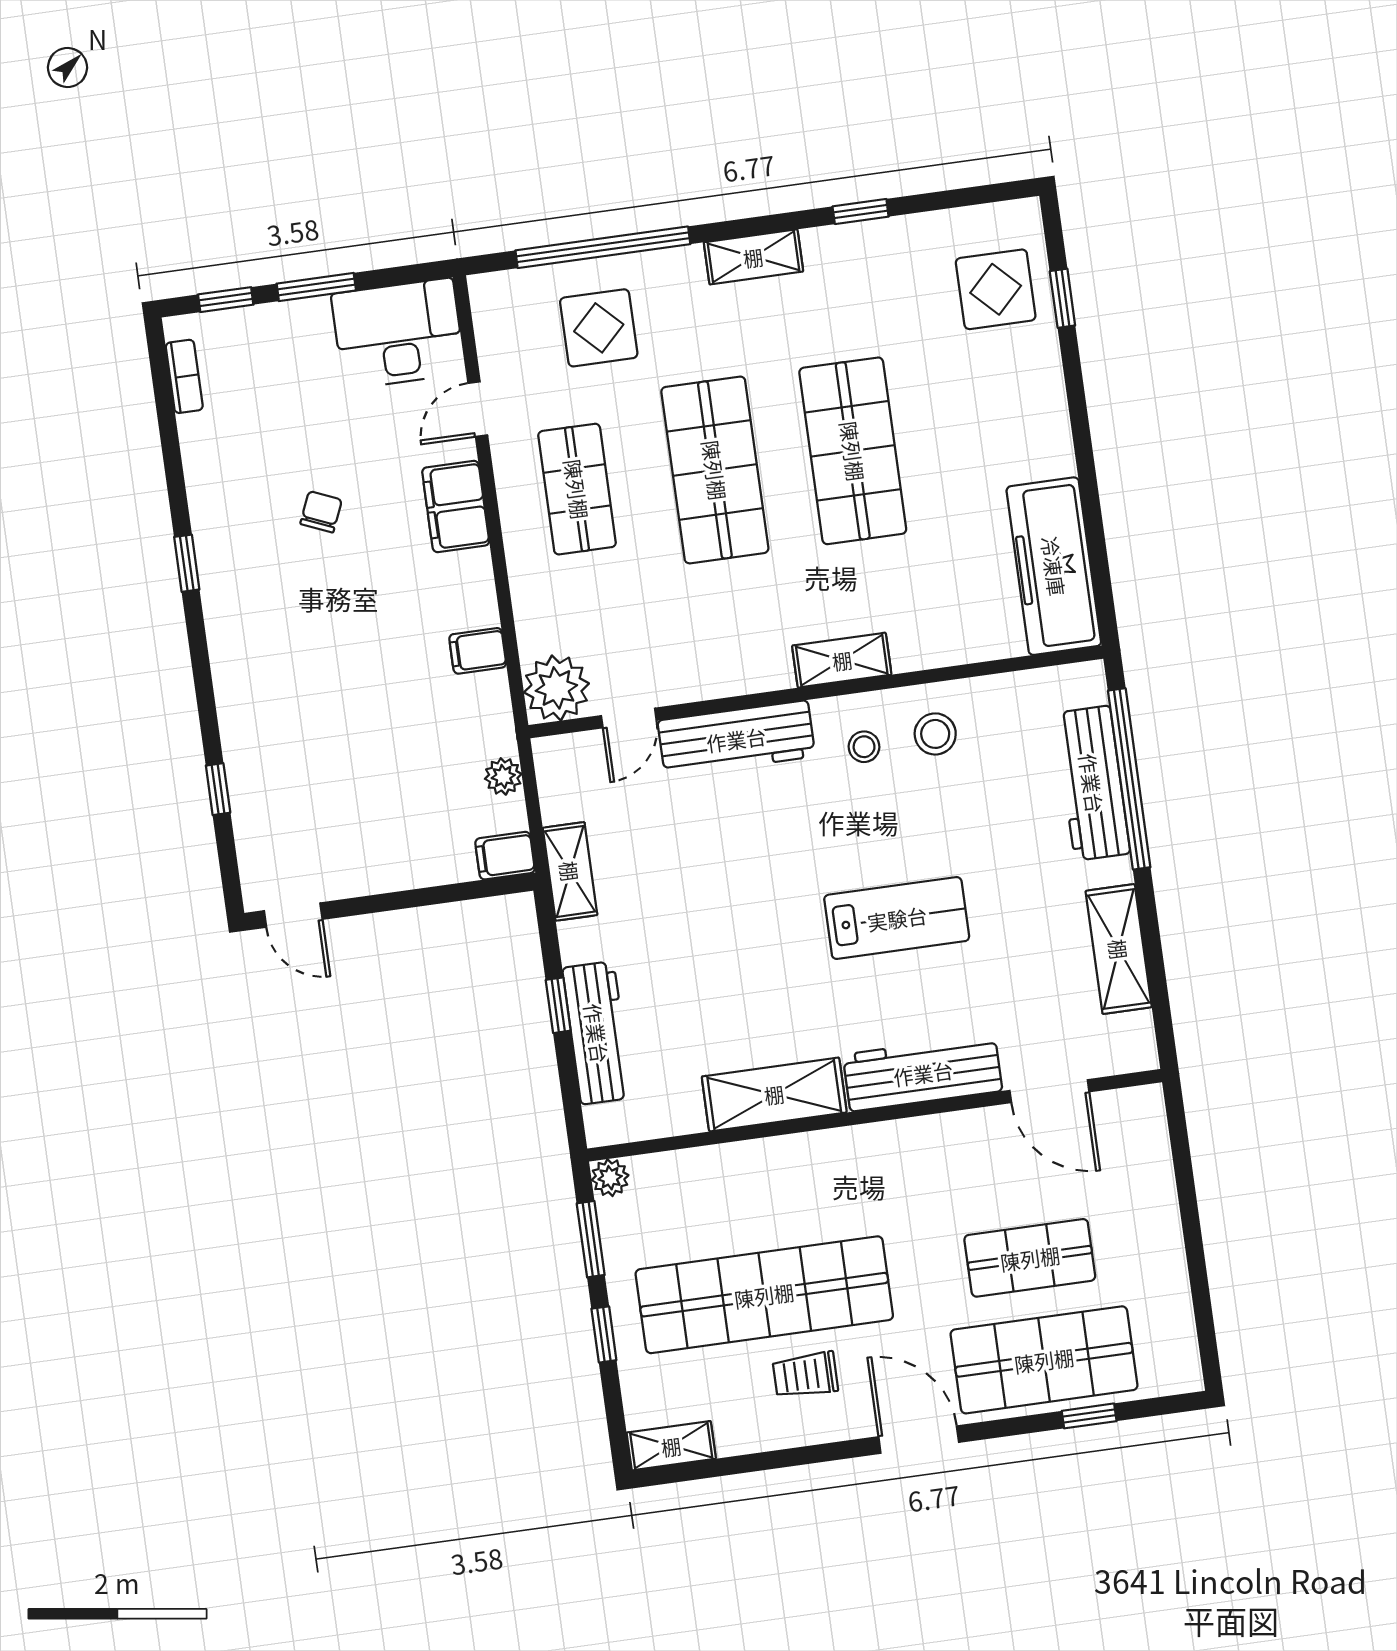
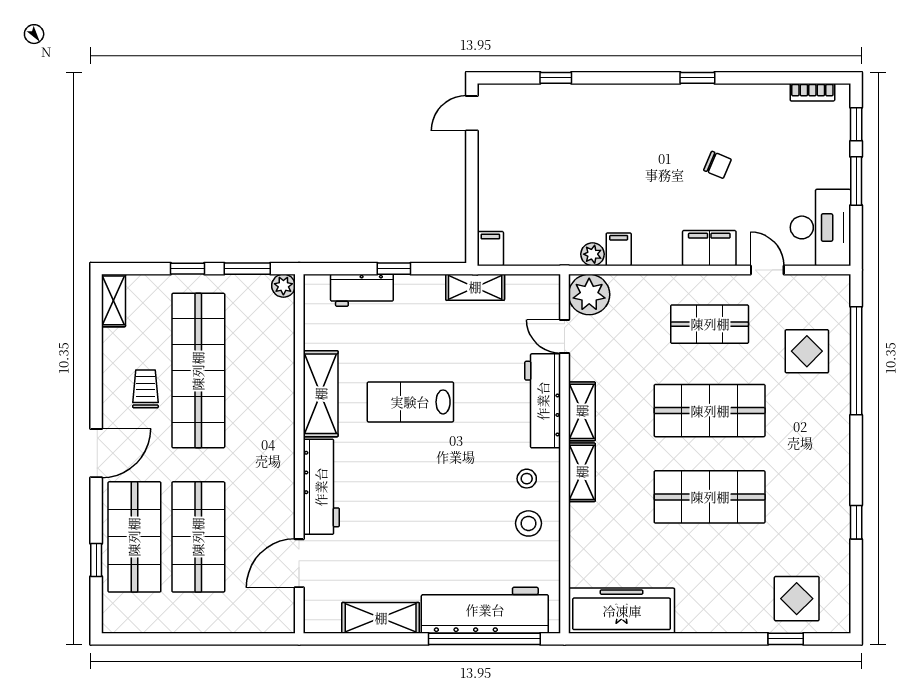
shelving: (753, 257) -> (582, 411), moved
plant: (503, 776) -> (593, 254), moved
workbench: (1092, 783) -> (485, 610), width x1.36, depth x1.32
lab bench: (897, 918) -> (410, 402), moved, turned 90
workbench: (597, 1033) -> (362, 290), width x0.73
shop shelf: (1030, 1258) -> (198, 537), width x1.43, depth x1.36

